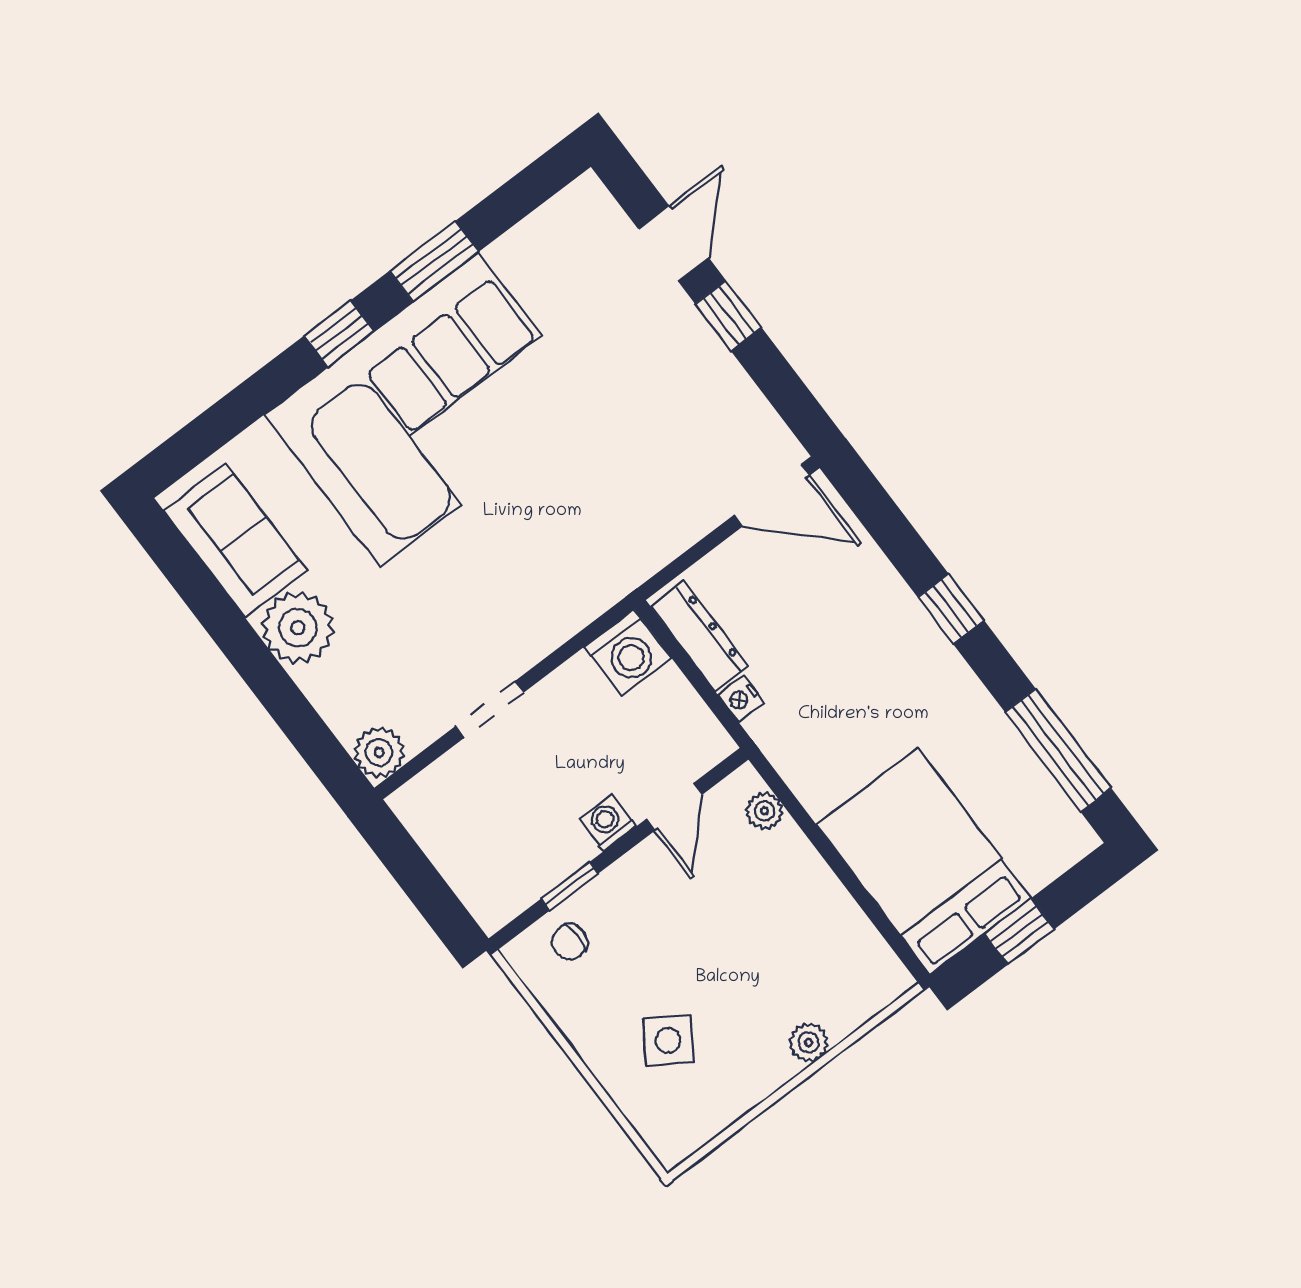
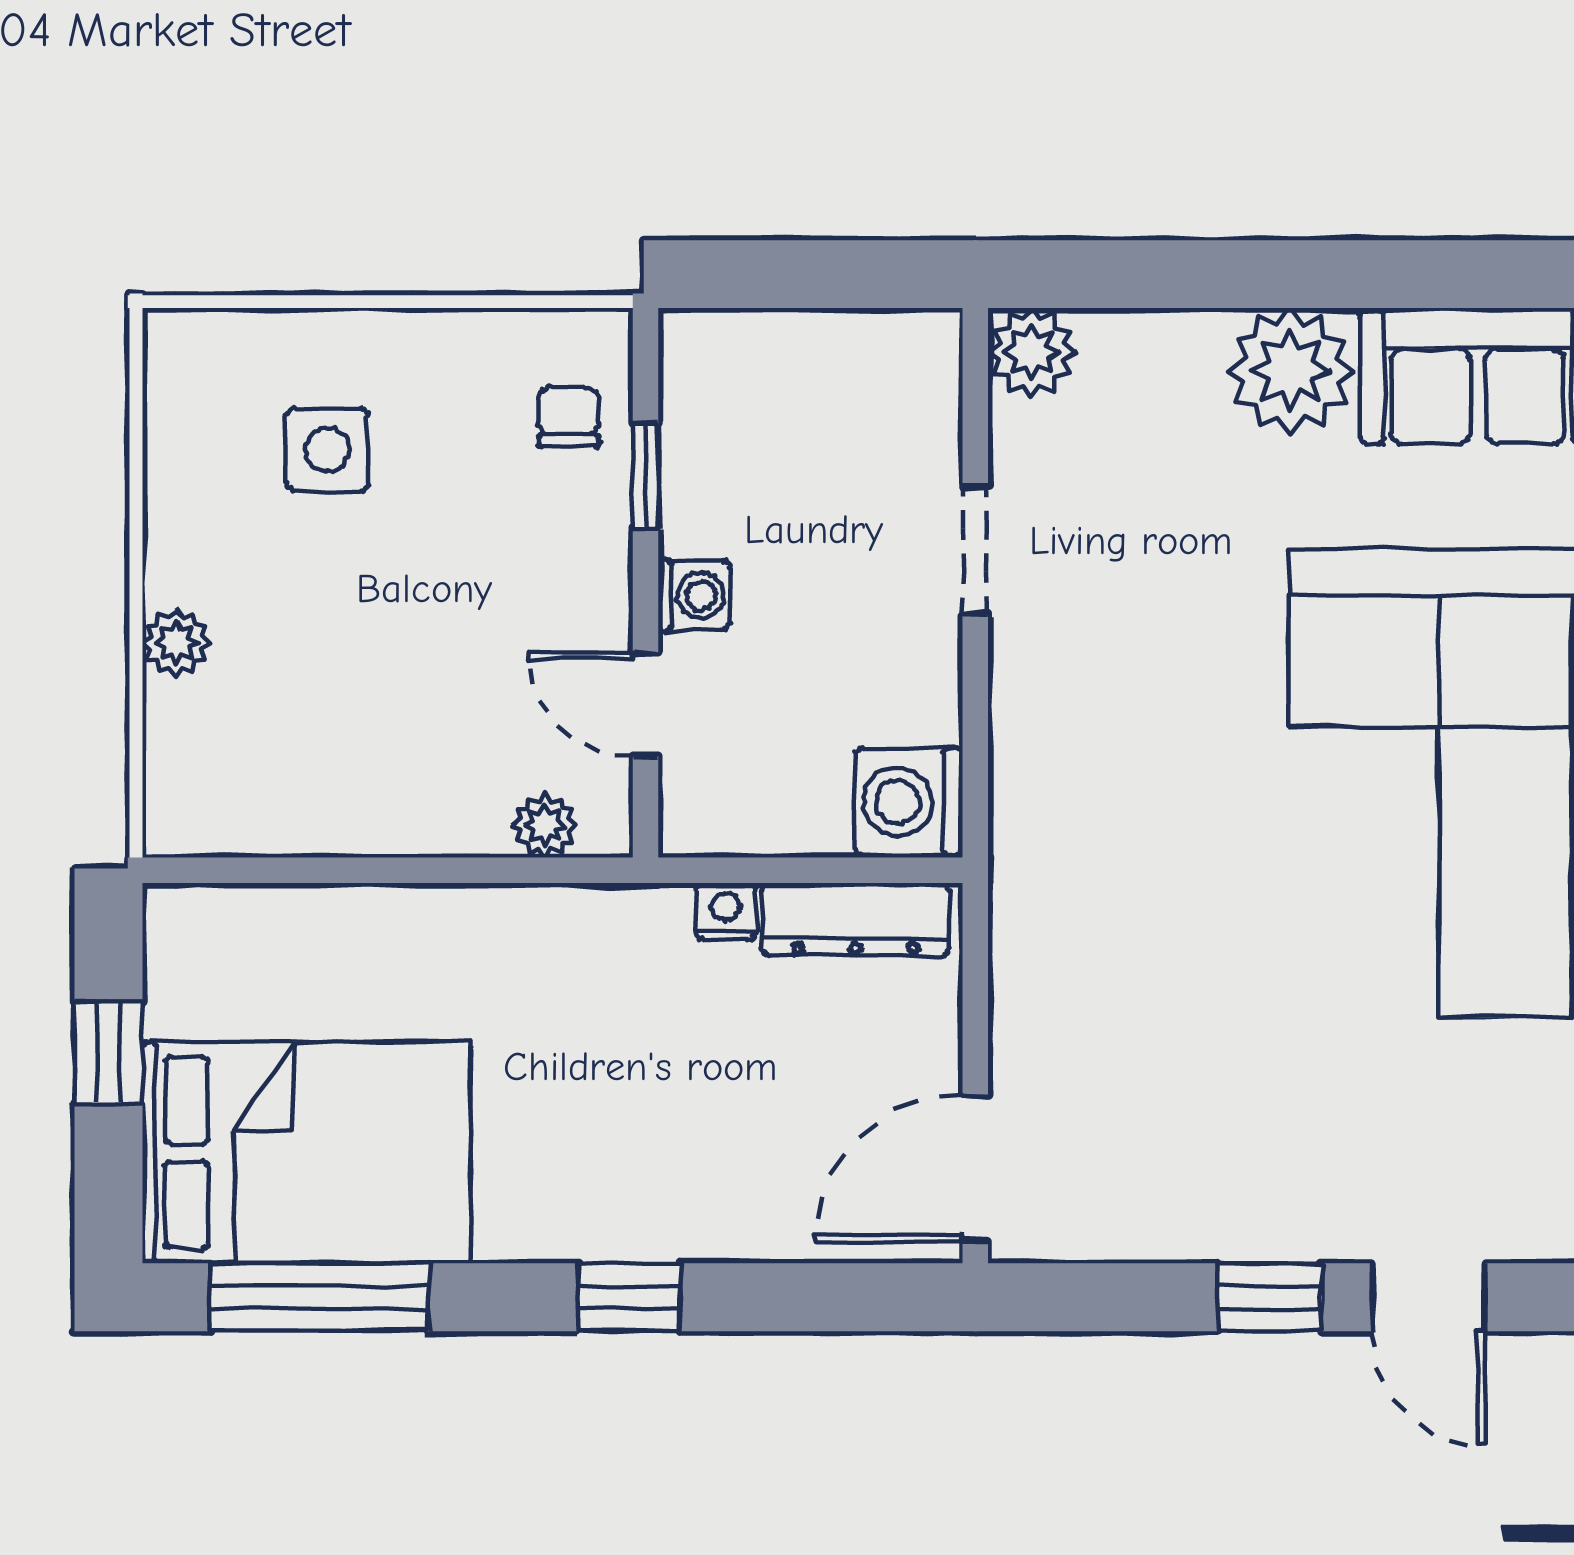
bed: (924, 861) -> (307, 1153), moved
side table: (668, 1040) -> (328, 450), turned -33

